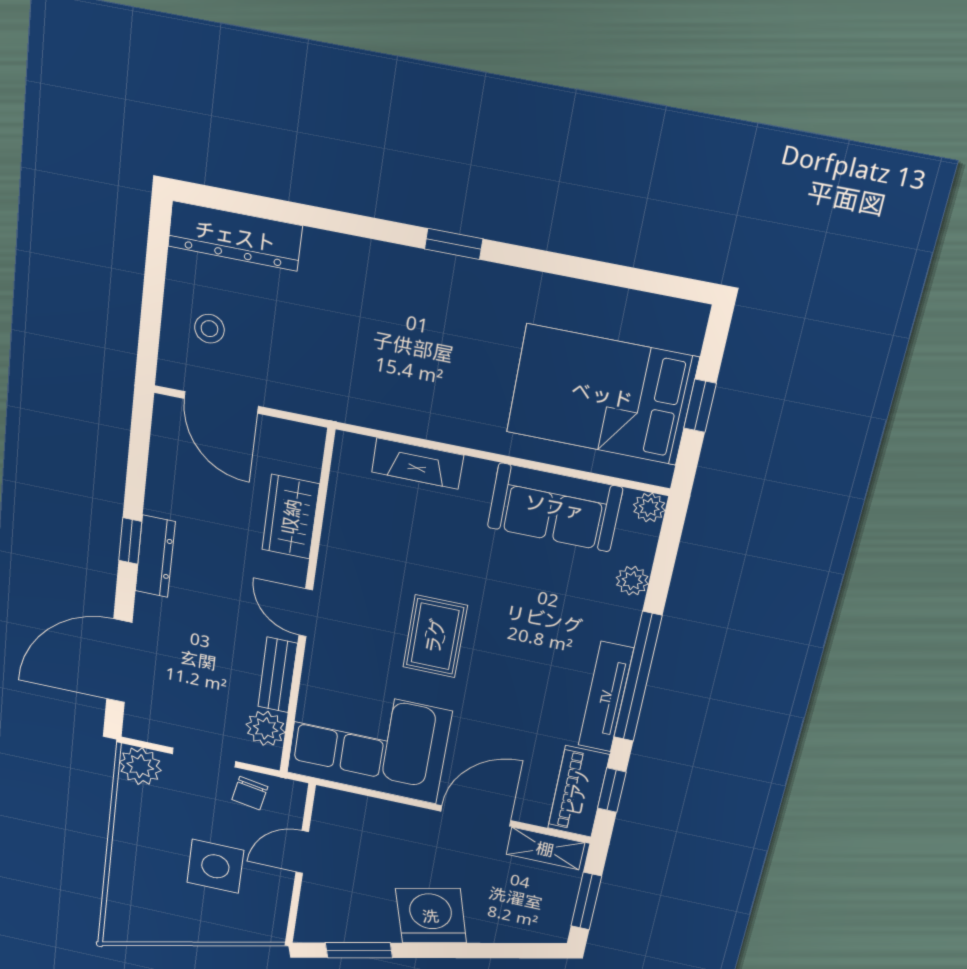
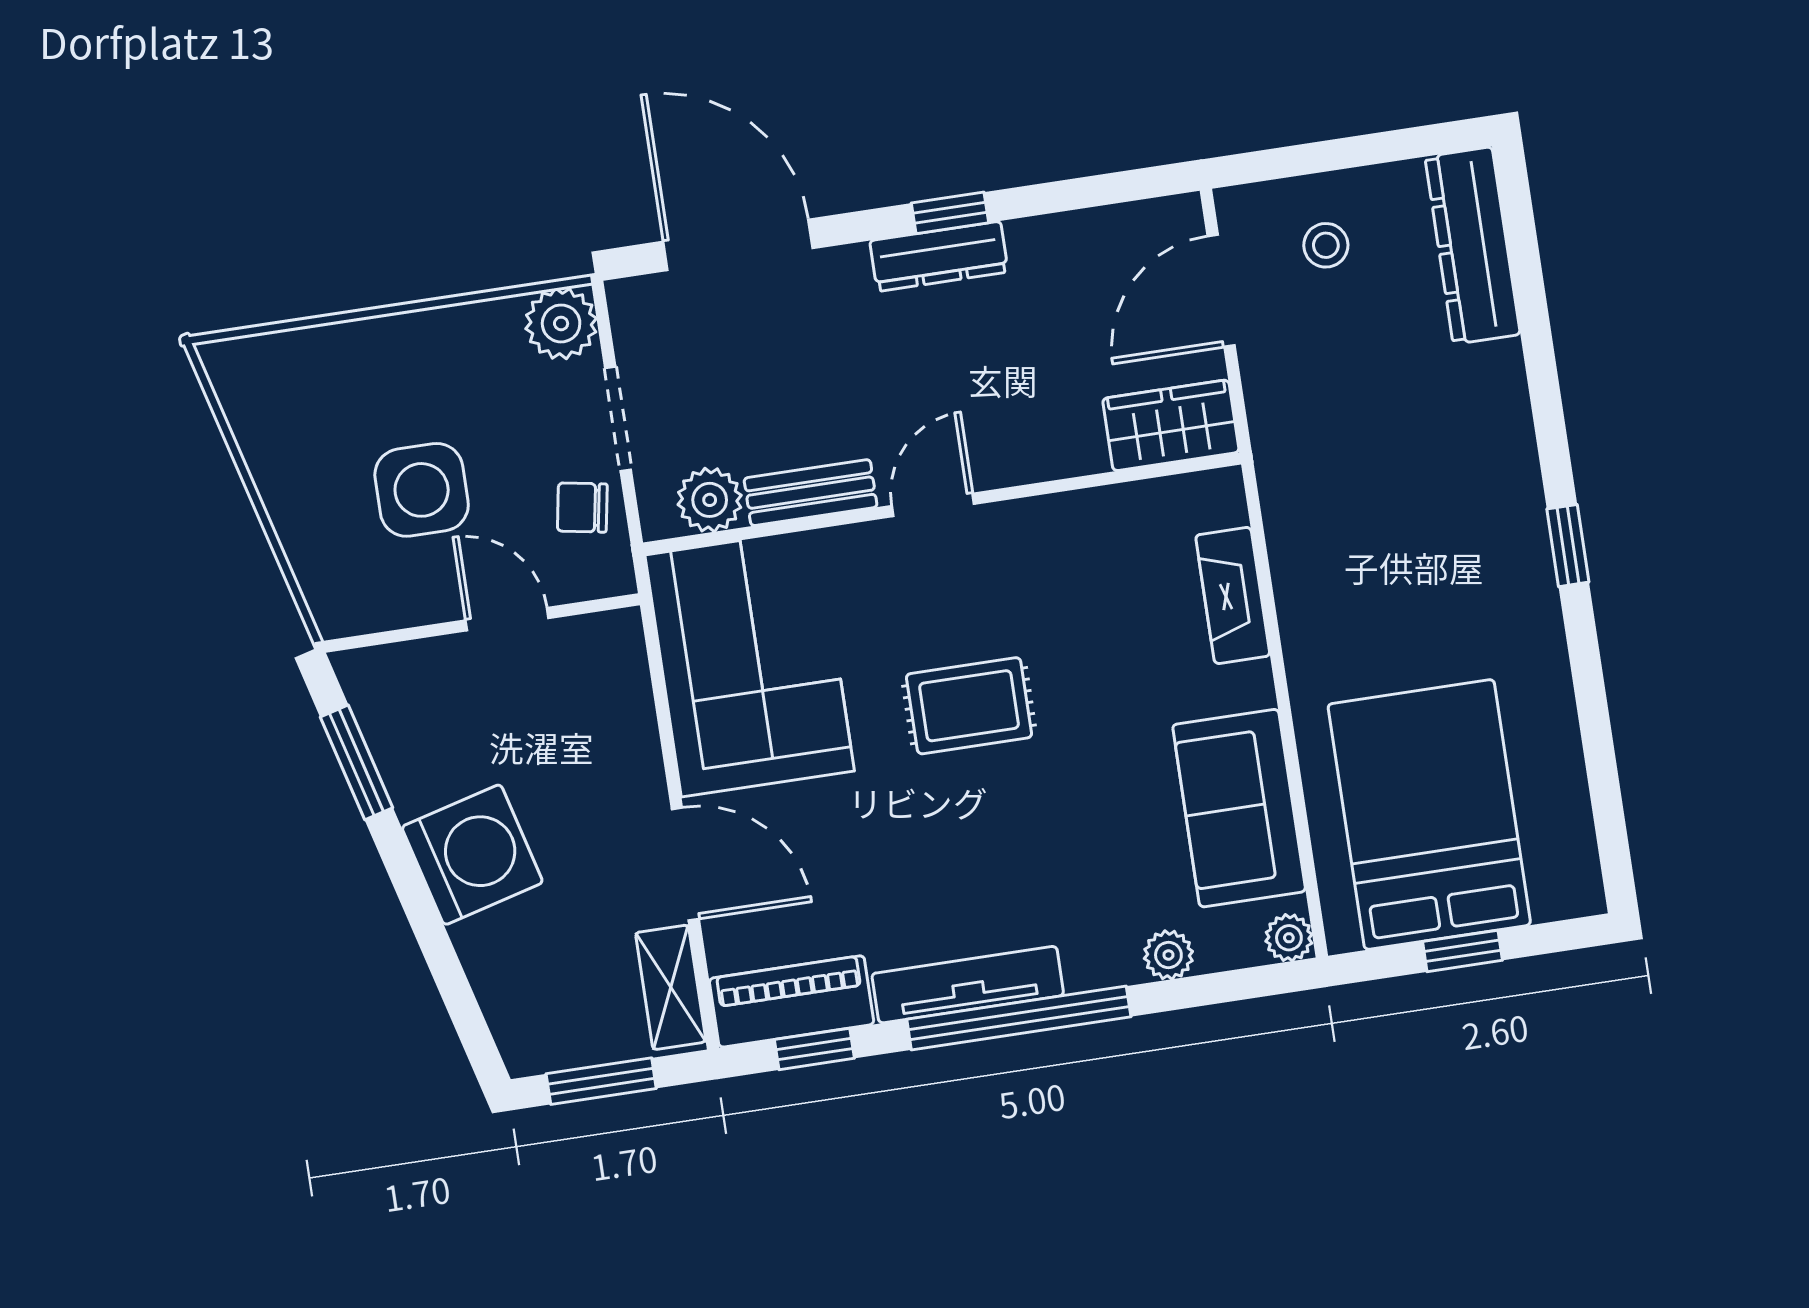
wardrobe: (291, 517) -> (1171, 425), moved

